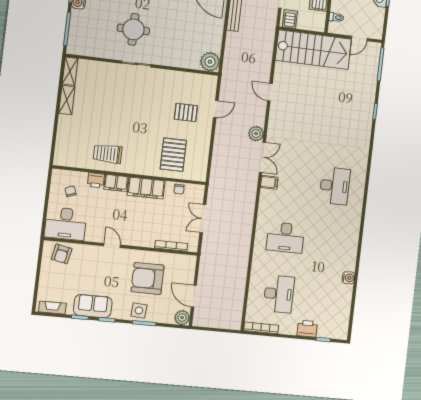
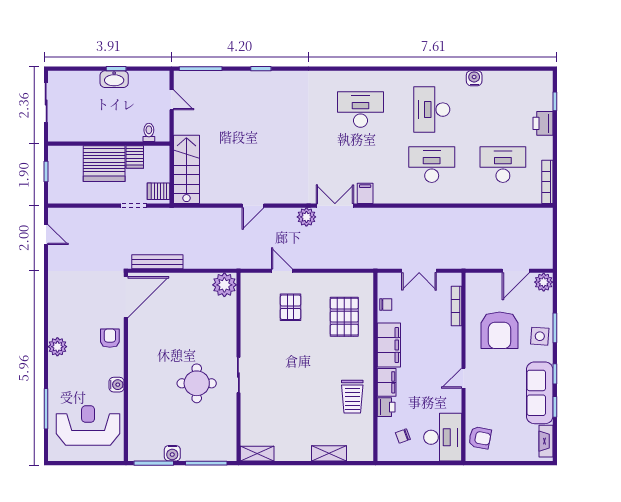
stairs: (313, 50) -> (186, 169), width x0.73, depth x0.66
shelving: (67, 100) -> (329, 453), moved
pallet: (173, 155) -> (344, 317), turned 90
desk: (285, 237) -> (432, 165), turned -90
desk: (328, 242) -> (432, 110), added
sofa: (93, 306) -> (540, 393), width x1.36

